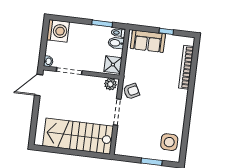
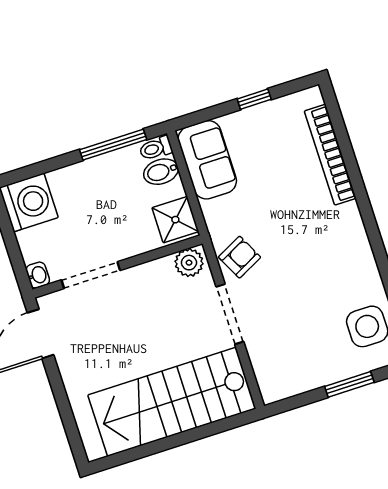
window: (102, 24) -> (113, 145), width x1.44
sofa: (148, 41) -> (207, 160), moved, turned -90

